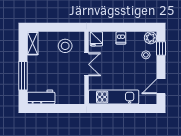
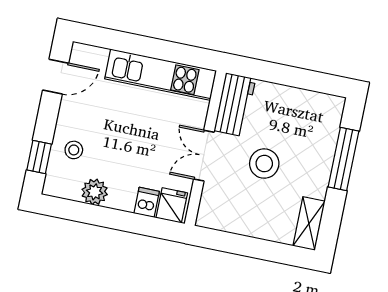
dishwasher: (121, 38) -> (147, 202), moved
plant: (151, 38) -> (95, 192), moved
stool: (65, 46) -> (264, 164), moved
workbench: (41, 97) -> (235, 105), moved, turned -90

